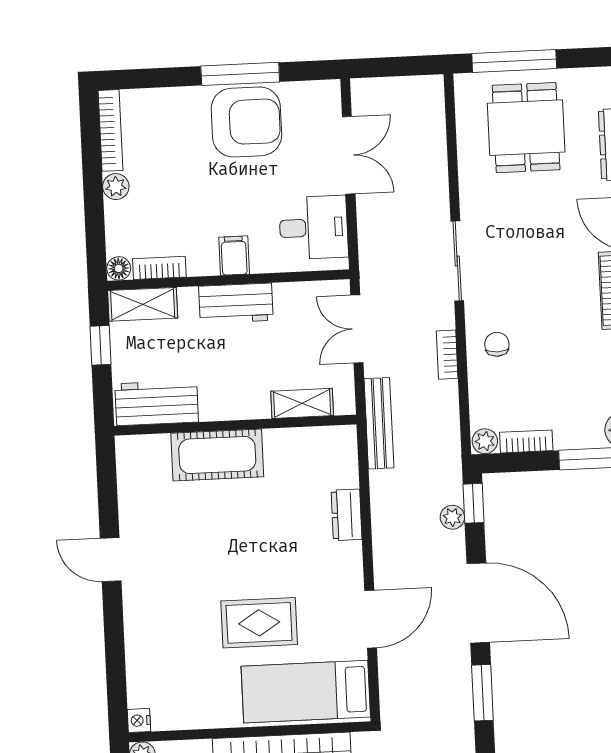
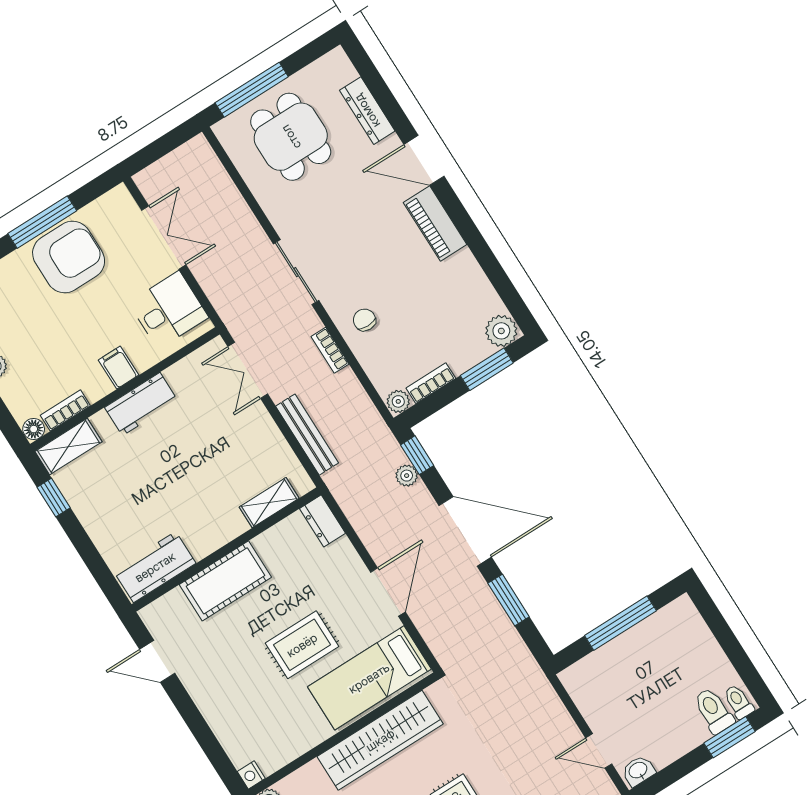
workbench: (157, 403) -> (155, 567), moved
shelving: (302, 403) -> (269, 503), moved
wall: (235, 425) -> (226, 549), moved
cot: (217, 455) -> (225, 581), moved

